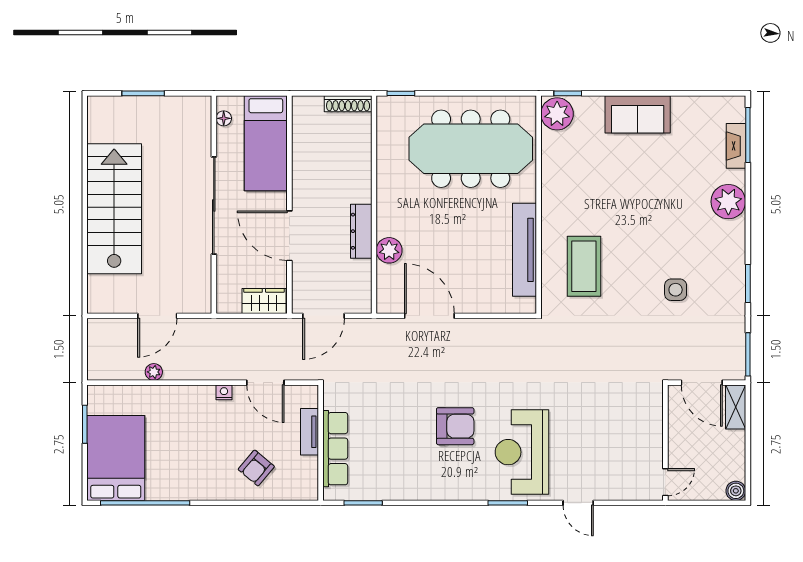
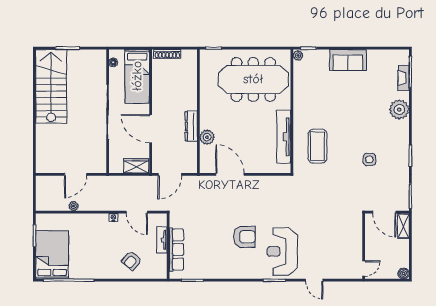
shoe rack: (348, 104) -> (167, 54), moved
plant: (557, 114) -> (298, 55), width x0.53, depth x0.53
stairs: (114, 209) -> (51, 86), moved

